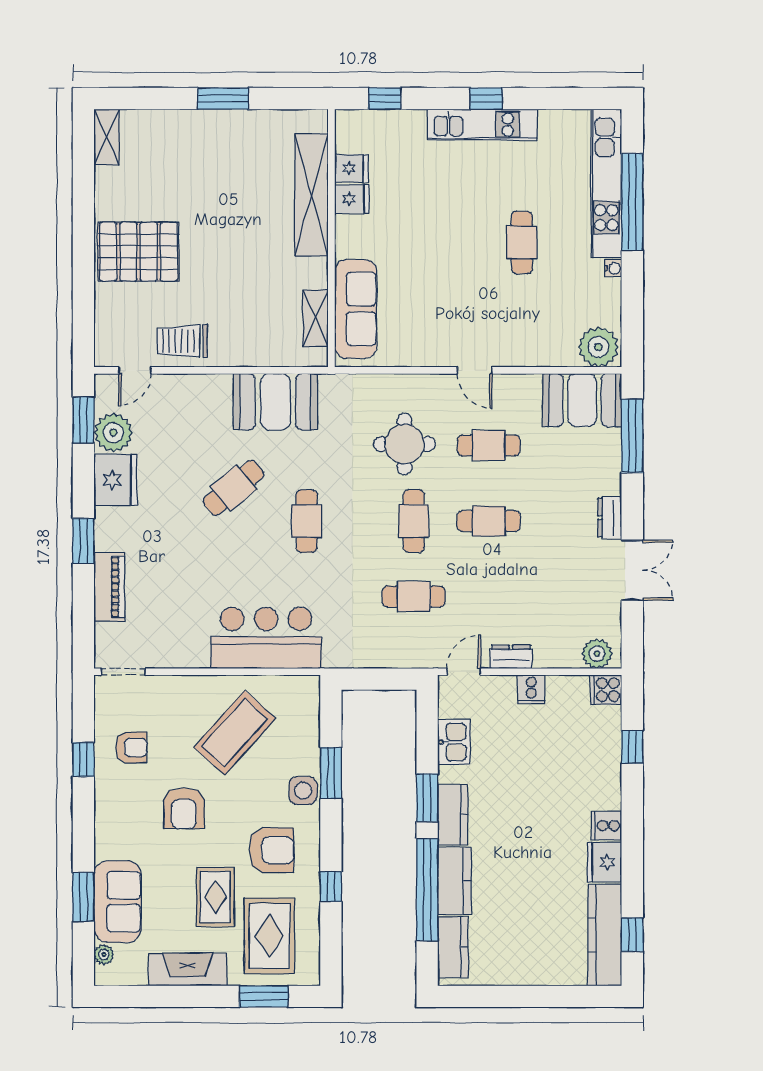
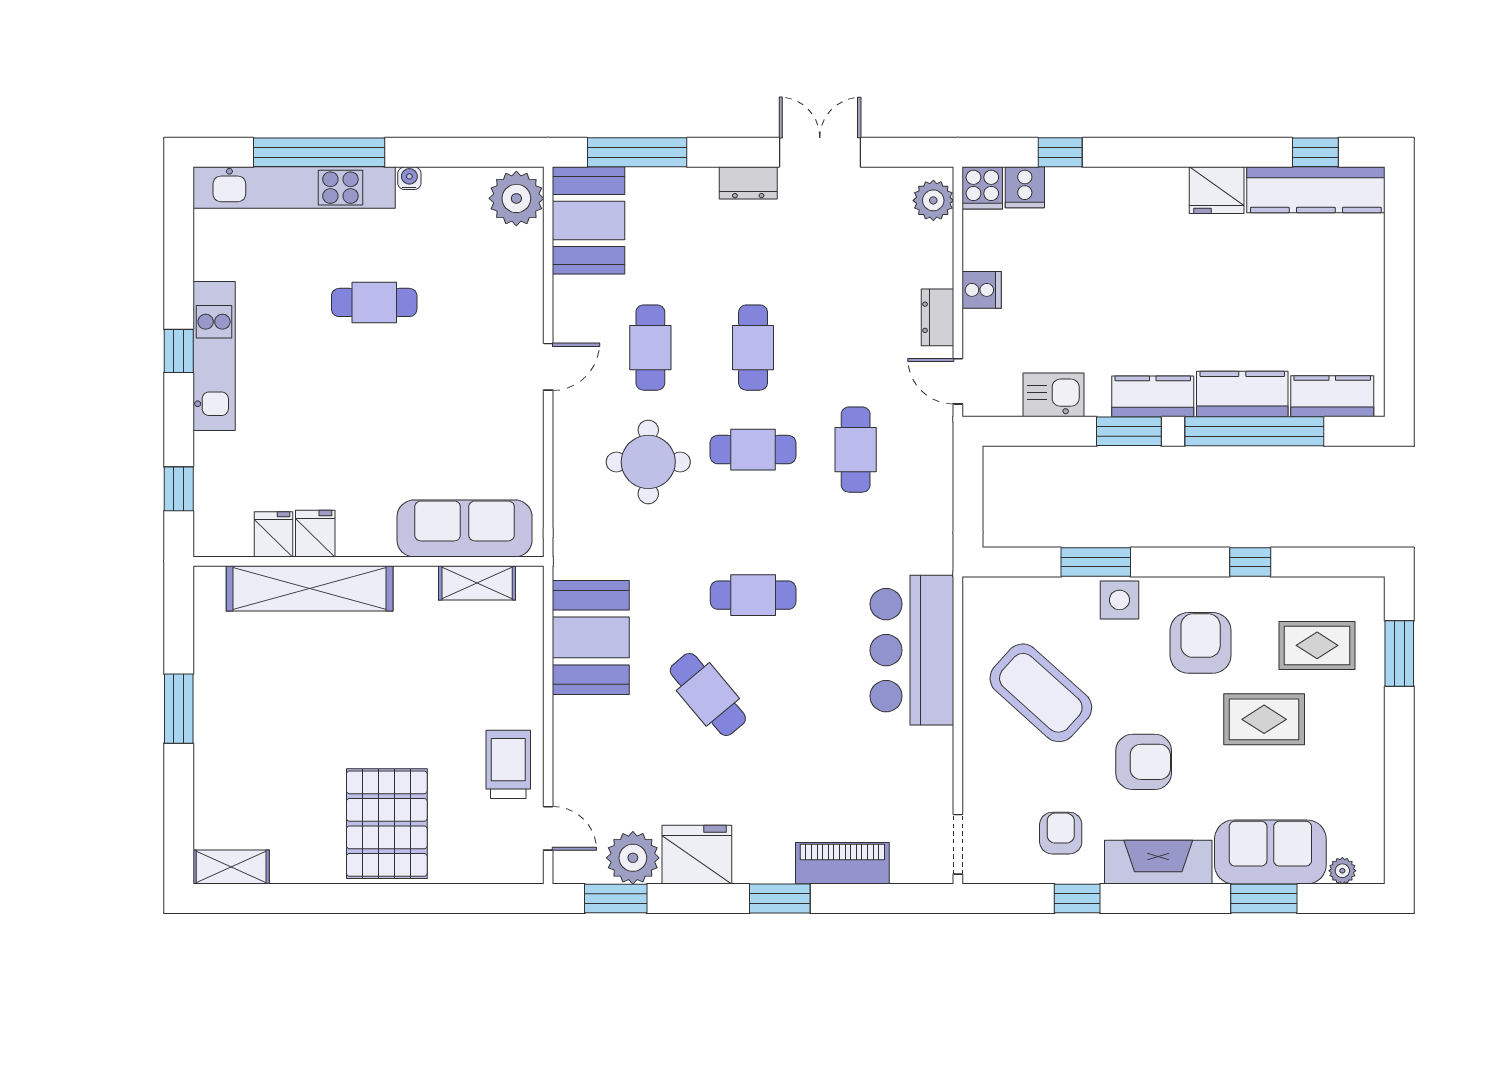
trolley: (182, 341) -> (508, 764), turned 180
cooker: (607, 826) -> (1025, 187), moved
rug: (270, 936) -> (1317, 645), width x0.73, depth x0.70
fireplace: (188, 970) -> (1158, 862), moved, turned 90

